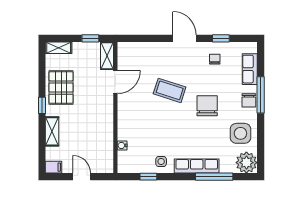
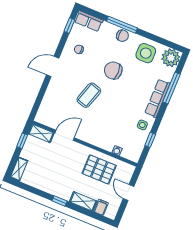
window: (221, 38) -> (69, 25), moved
row of seats: (250, 69) -> (89, 21), moved
door: (115, 82) -> (65, 135), hinge flipped
pallet: (61, 88) -> (99, 169), moved
filing cabinet: (54, 167) -> (101, 207), moved
door: (82, 177) -> (129, 193), hinge flipped

